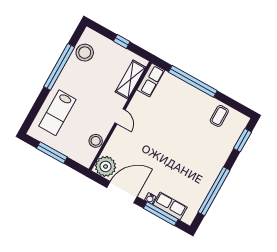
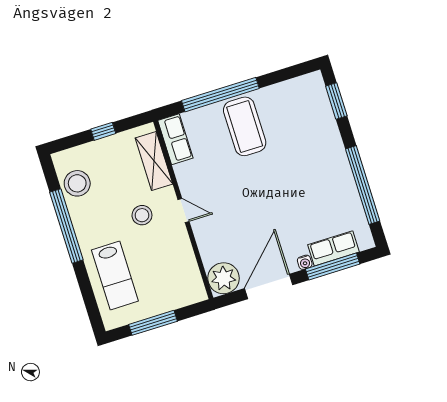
coffee table: (219, 116) -> (245, 126), moved, width x1.86, depth x1.72
stool: (96, 141) -> (142, 215), moved

